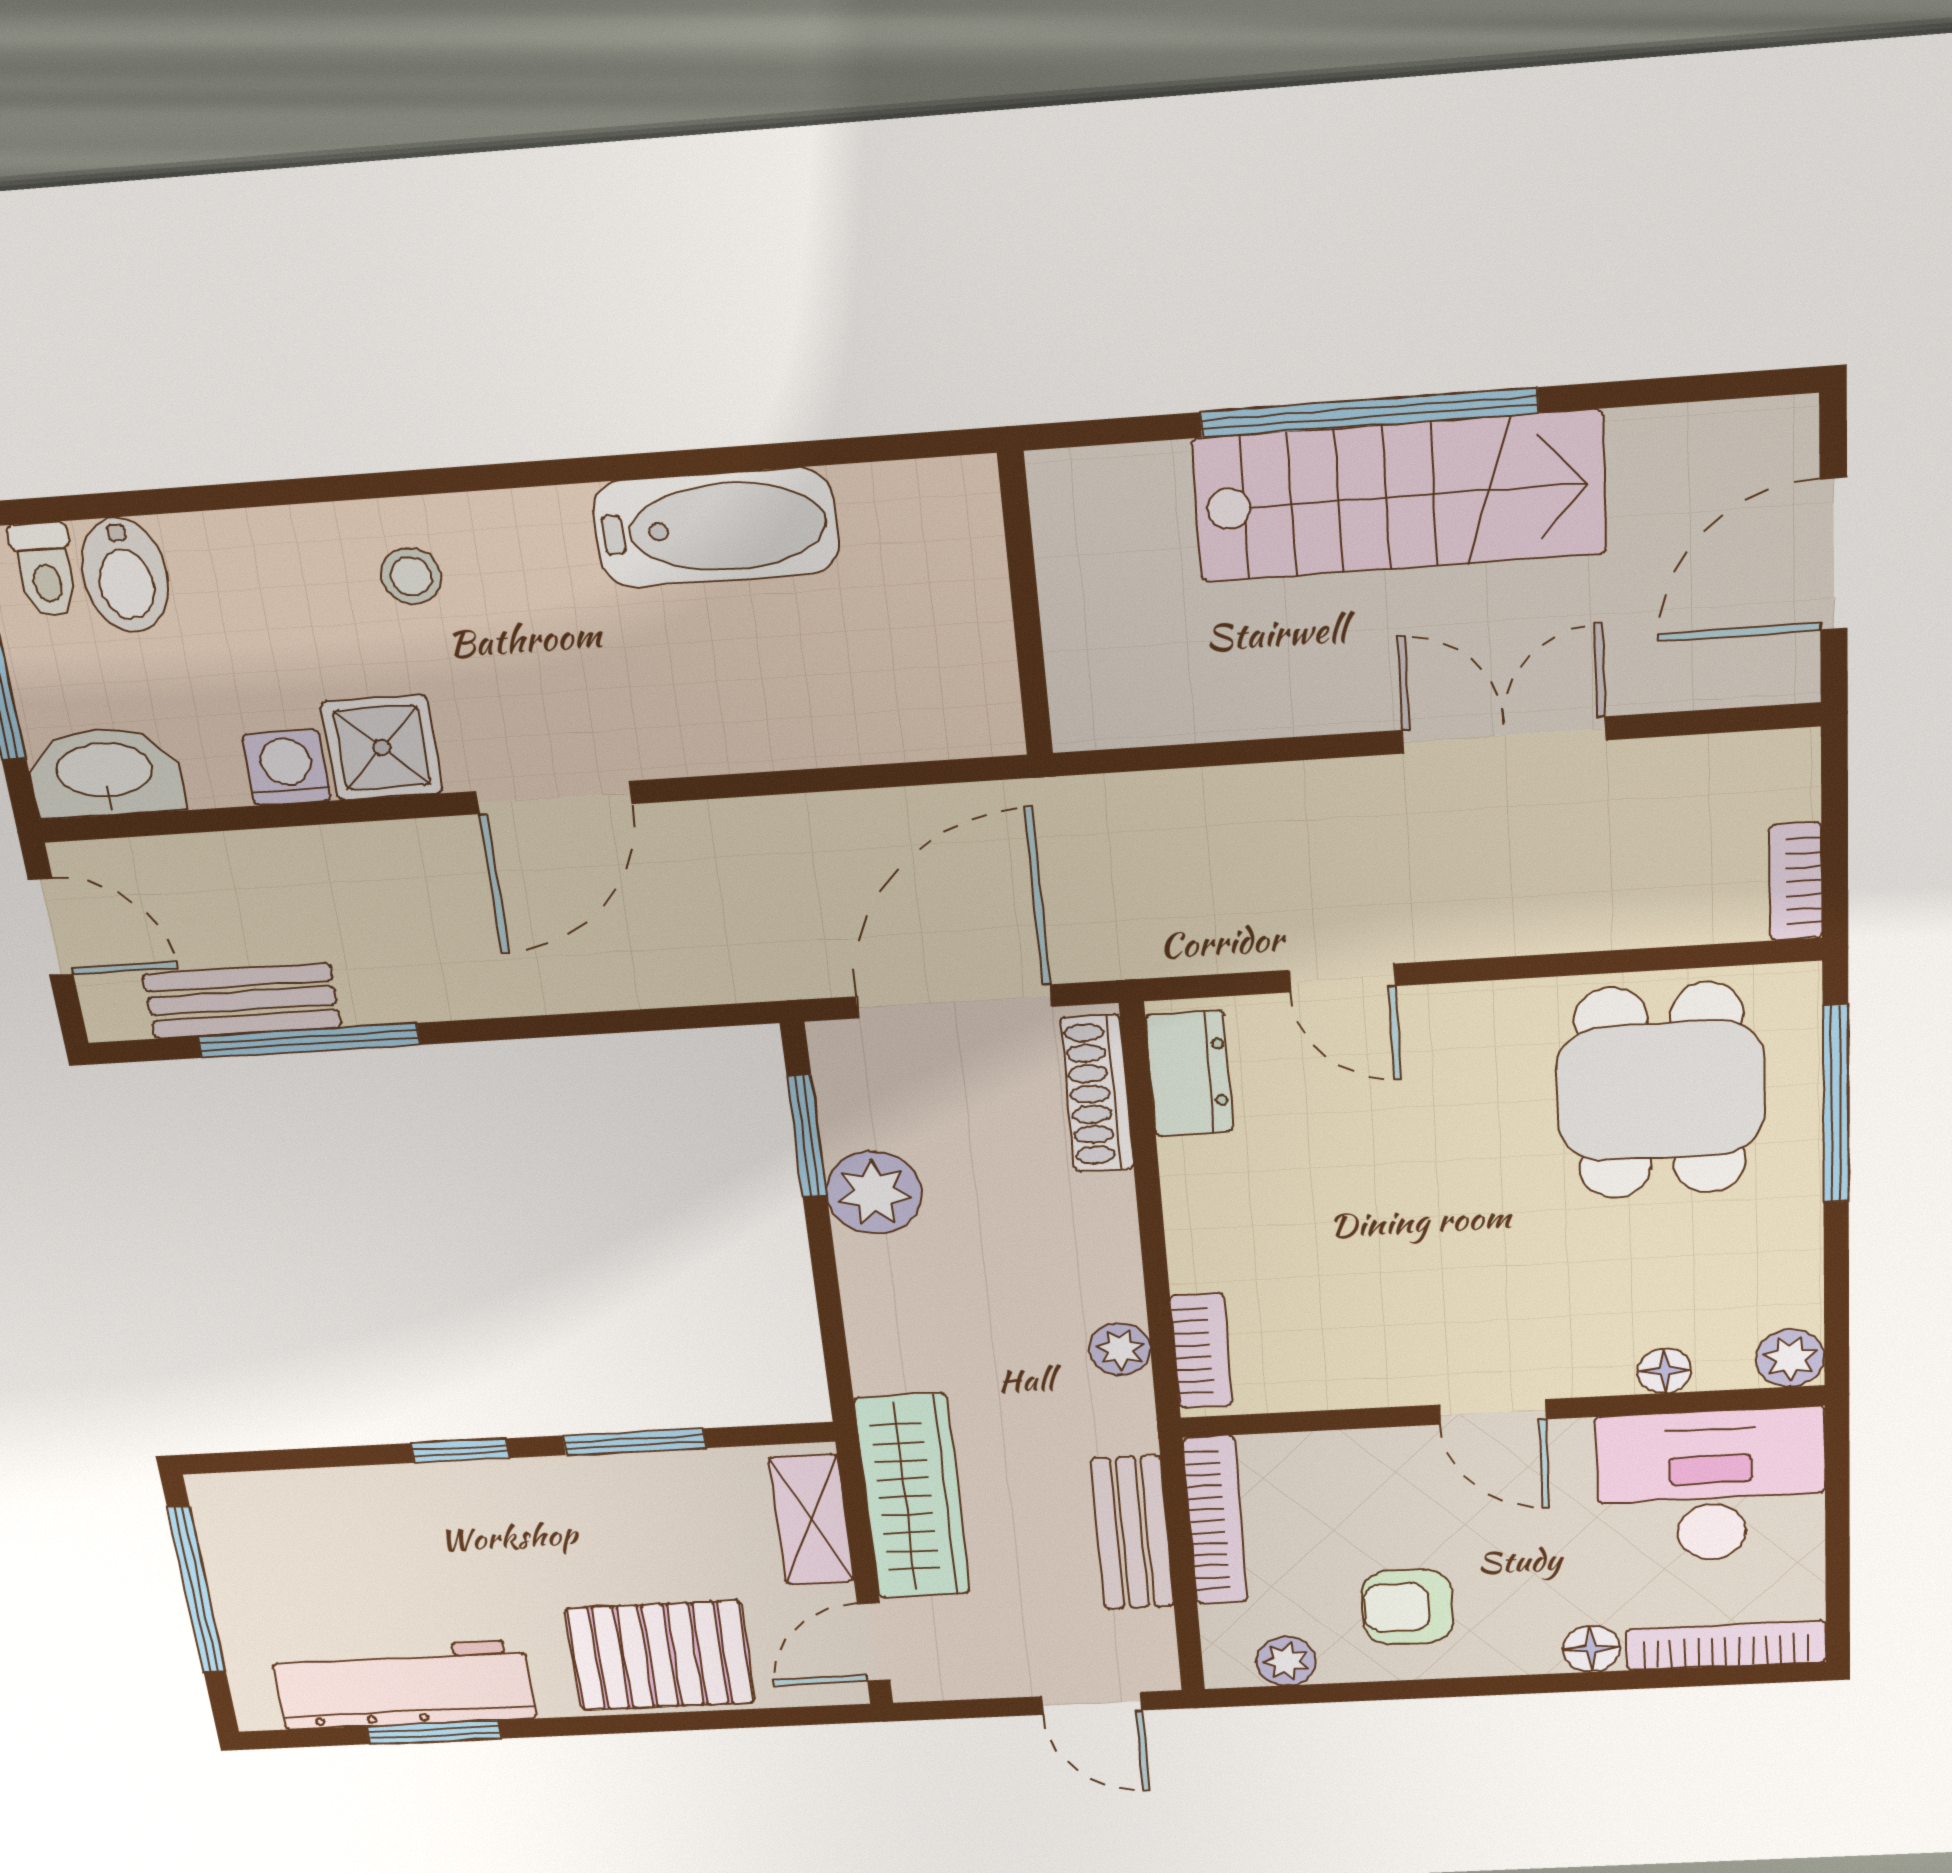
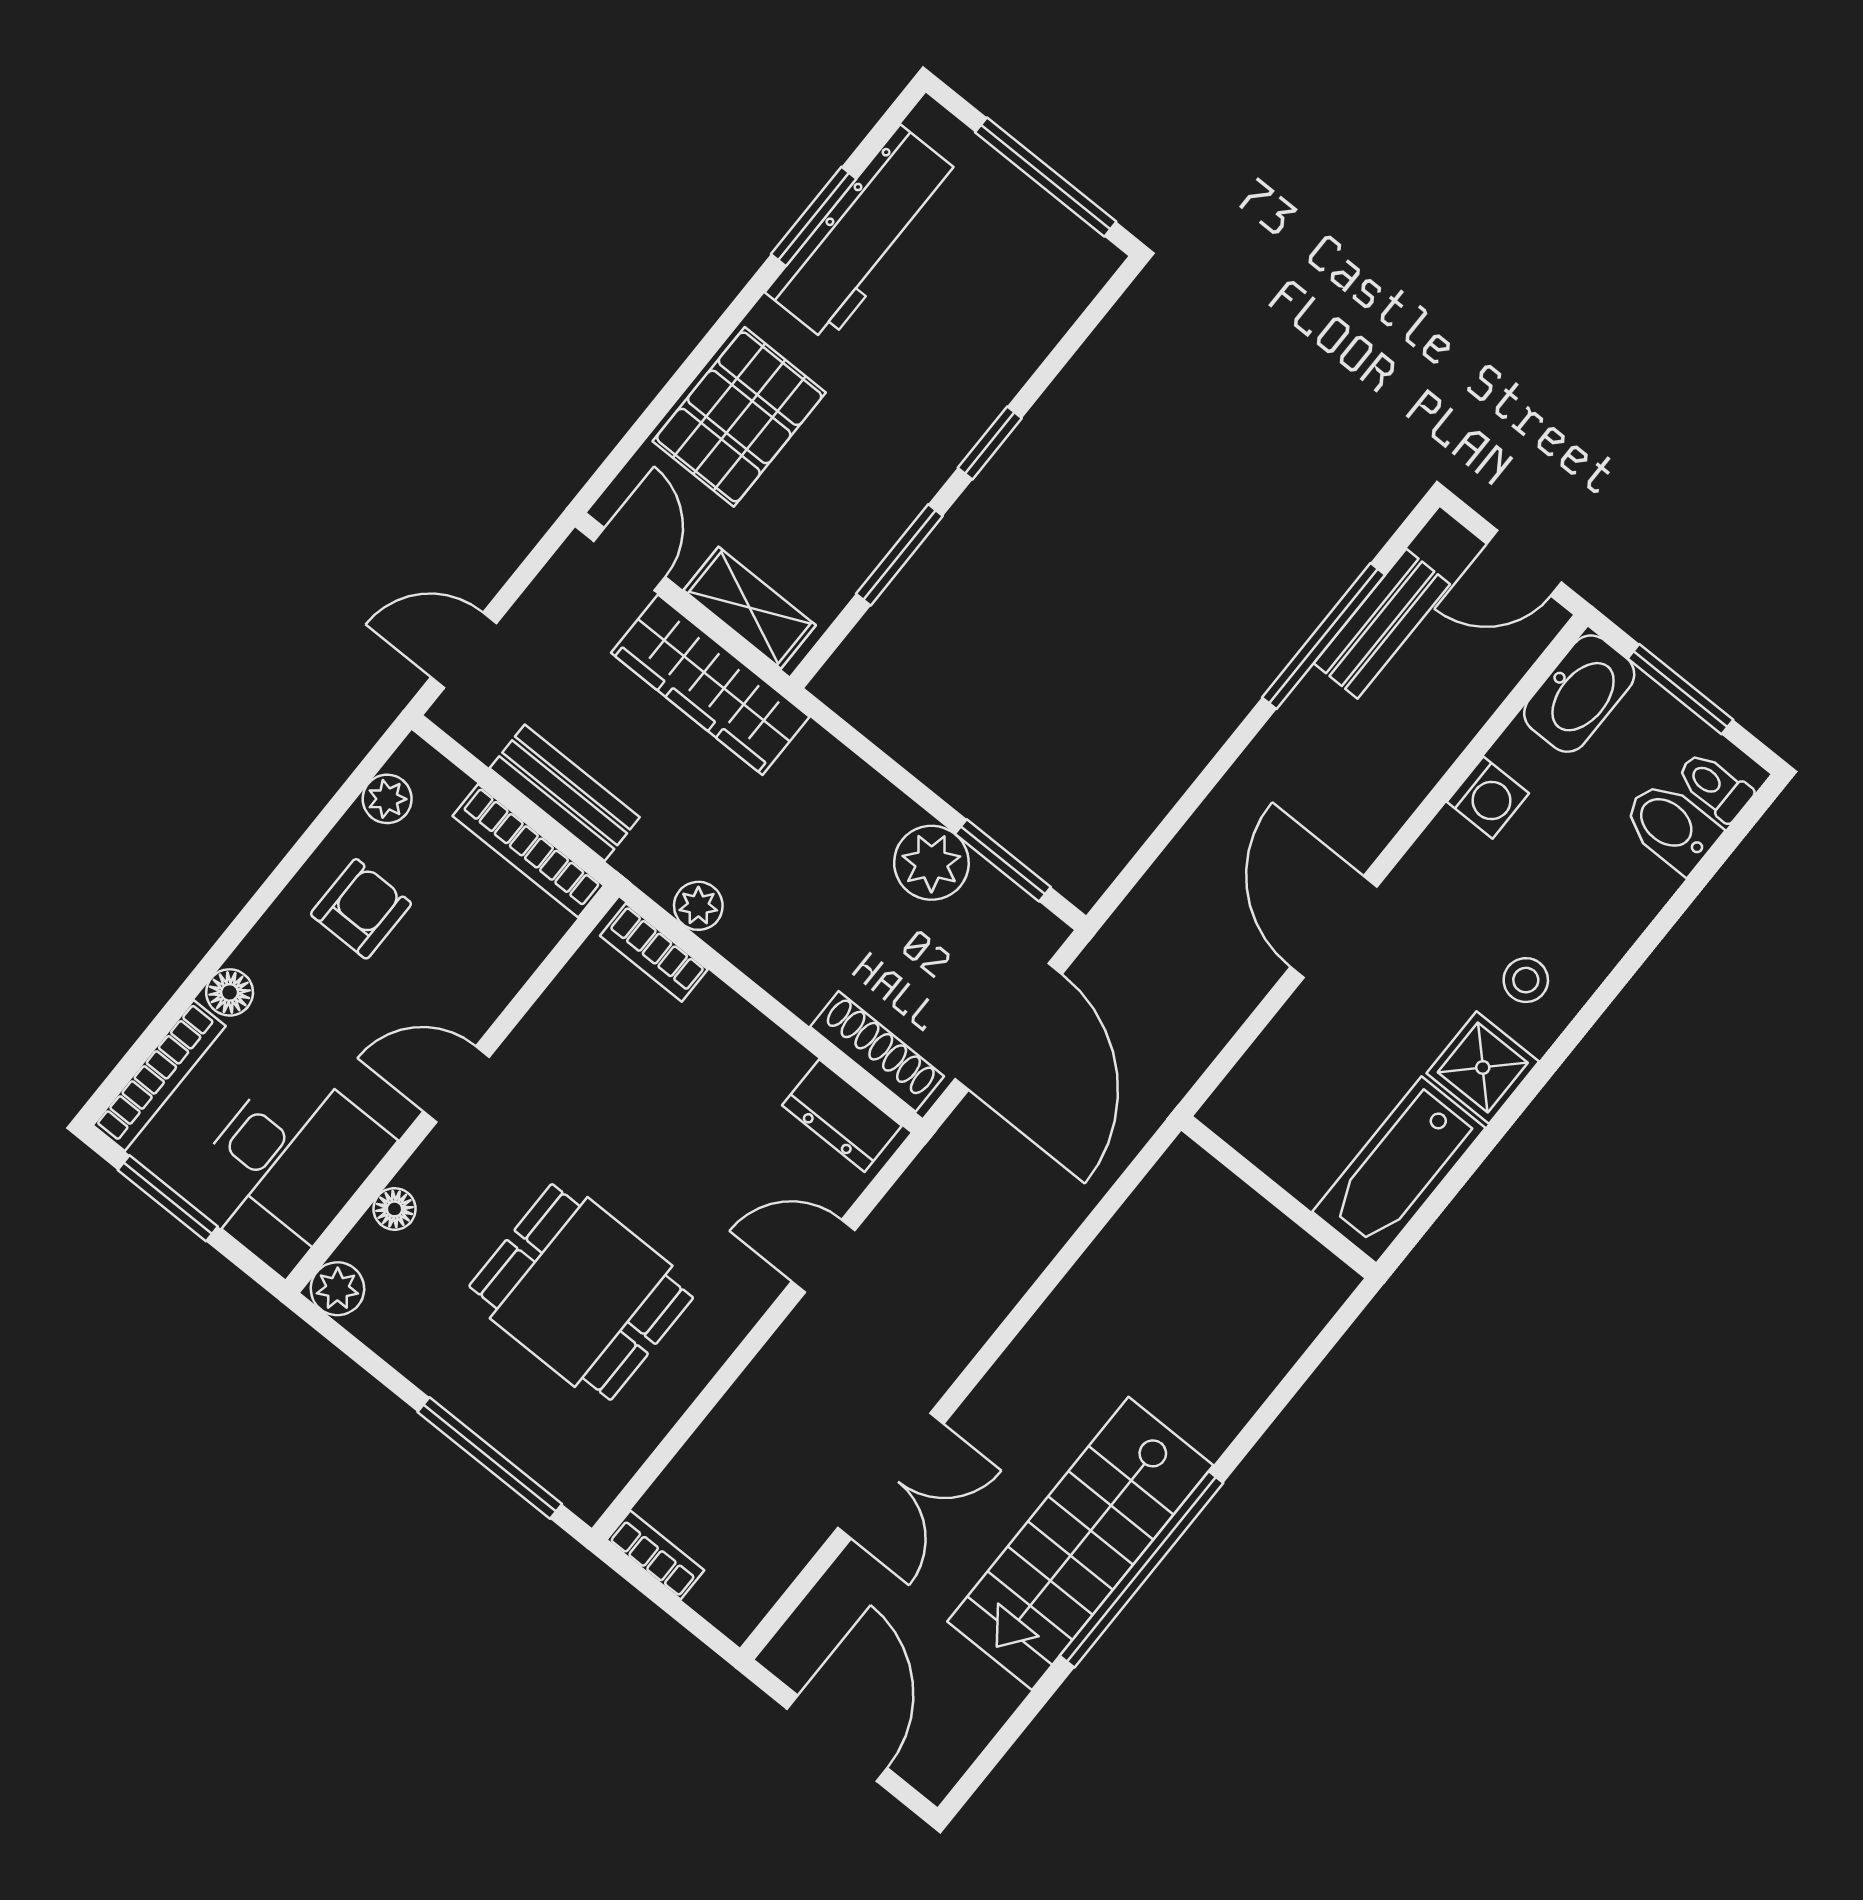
wall: (1025, 605) -> (1279, 1197), moved
shower: (382, 748) -> (1483, 1067), moved
dining table: (1661, 1091) -> (581, 1292), moved
window: (1838, 1555) -> (168, 1198), added

